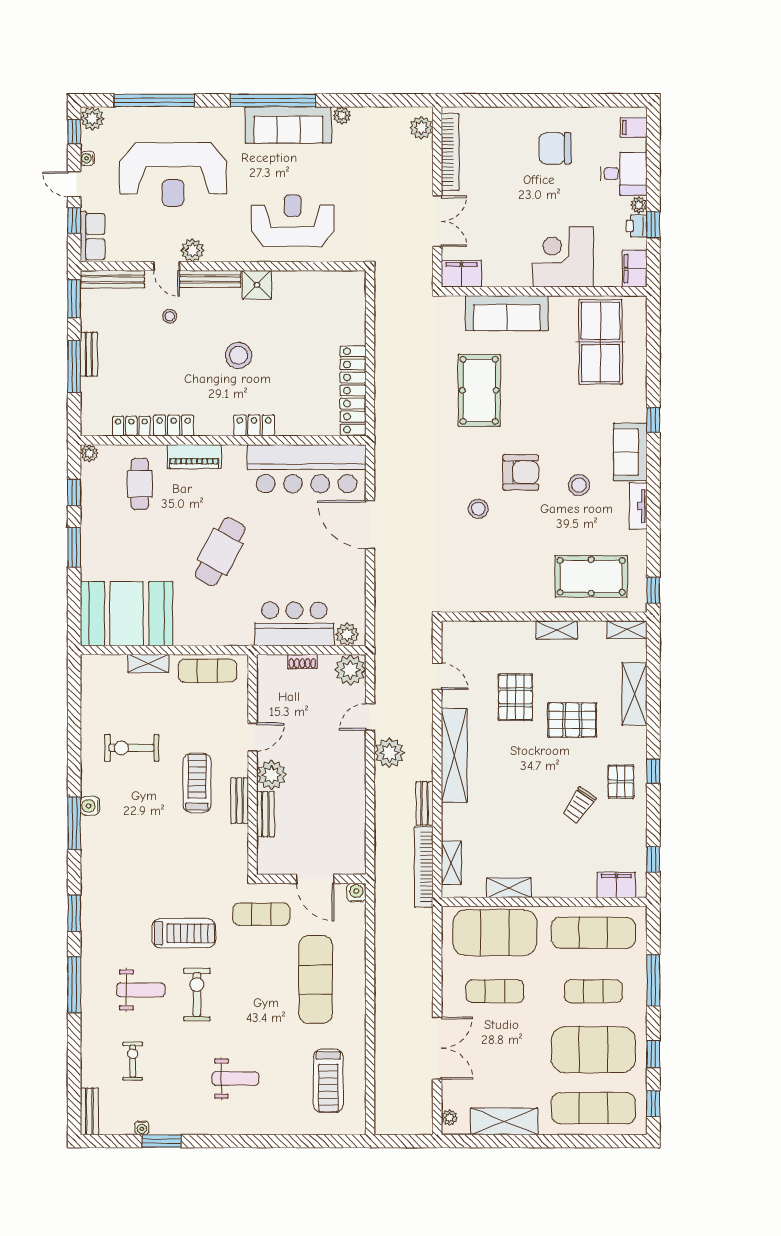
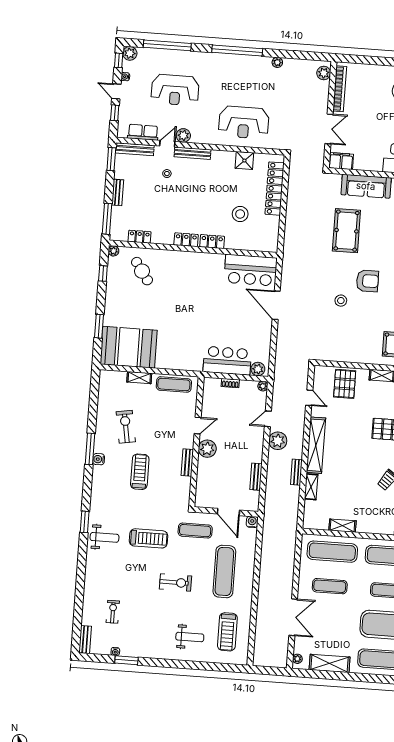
sofa: (288, 125) -> (245, 66), removed
reception desk: (173, 175) -> (175, 90), width x0.74, depth x0.77
reception desk: (293, 221) -> (244, 122), turned 180
row of seats: (93, 237) -> (143, 132), moved, turned -90
door: (167, 266) -> (167, 144), swing flipped
shower: (257, 285) -> (244, 161), moved
stool: (238, 355) -> (240, 214), moved
window: (74, 366) -> (107, 219), moved
locker: (353, 390) -> (275, 189), moved
locker: (174, 426) -> (186, 240), moved
piano: (194, 457) -> (175, 257), removed
bar counter: (307, 469) -> (250, 270), width x0.73
cafe table: (140, 484) -> (142, 271), turned -35
window: (74, 547) -> (99, 326), moved
cafe table: (220, 552) -> (187, 315), removed
plant: (350, 670) -> (263, 386), width x0.53, depth x0.53
pallet: (515, 697) -> (345, 384), moved
exercise bike: (132, 748) -> (126, 427), turned 80
treadmill: (197, 783) -> (140, 472), moved
bench: (265, 814) -> (256, 477), moved
window: (74, 823) -> (90, 449), moved
shelving: (451, 863) -> (311, 487), moved
bookcase: (424, 867) -> (293, 510), removed
exercise mat: (495, 933) -> (332, 552), width x0.68
window: (74, 985) -> (82, 564), removed
weight bench: (141, 990) -> (104, 537), moved
exercise bike: (197, 995) -> (175, 582), moved, turned 90
weight bench: (235, 1079) -> (190, 637), moved

